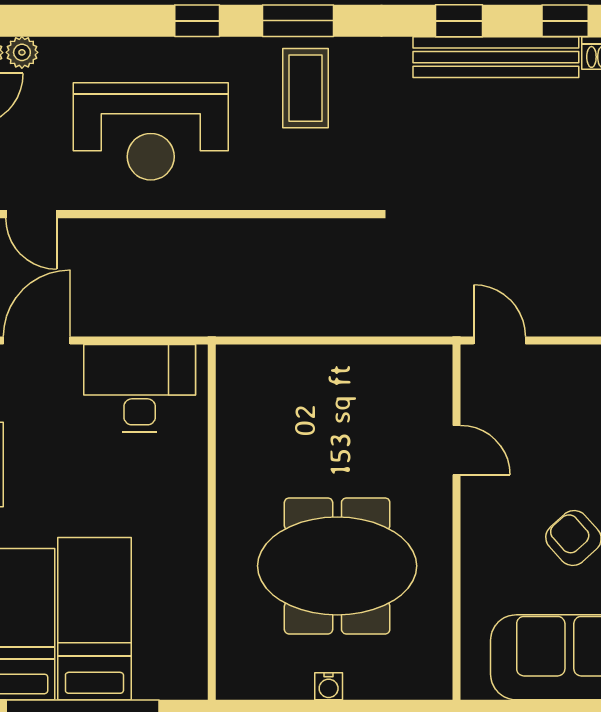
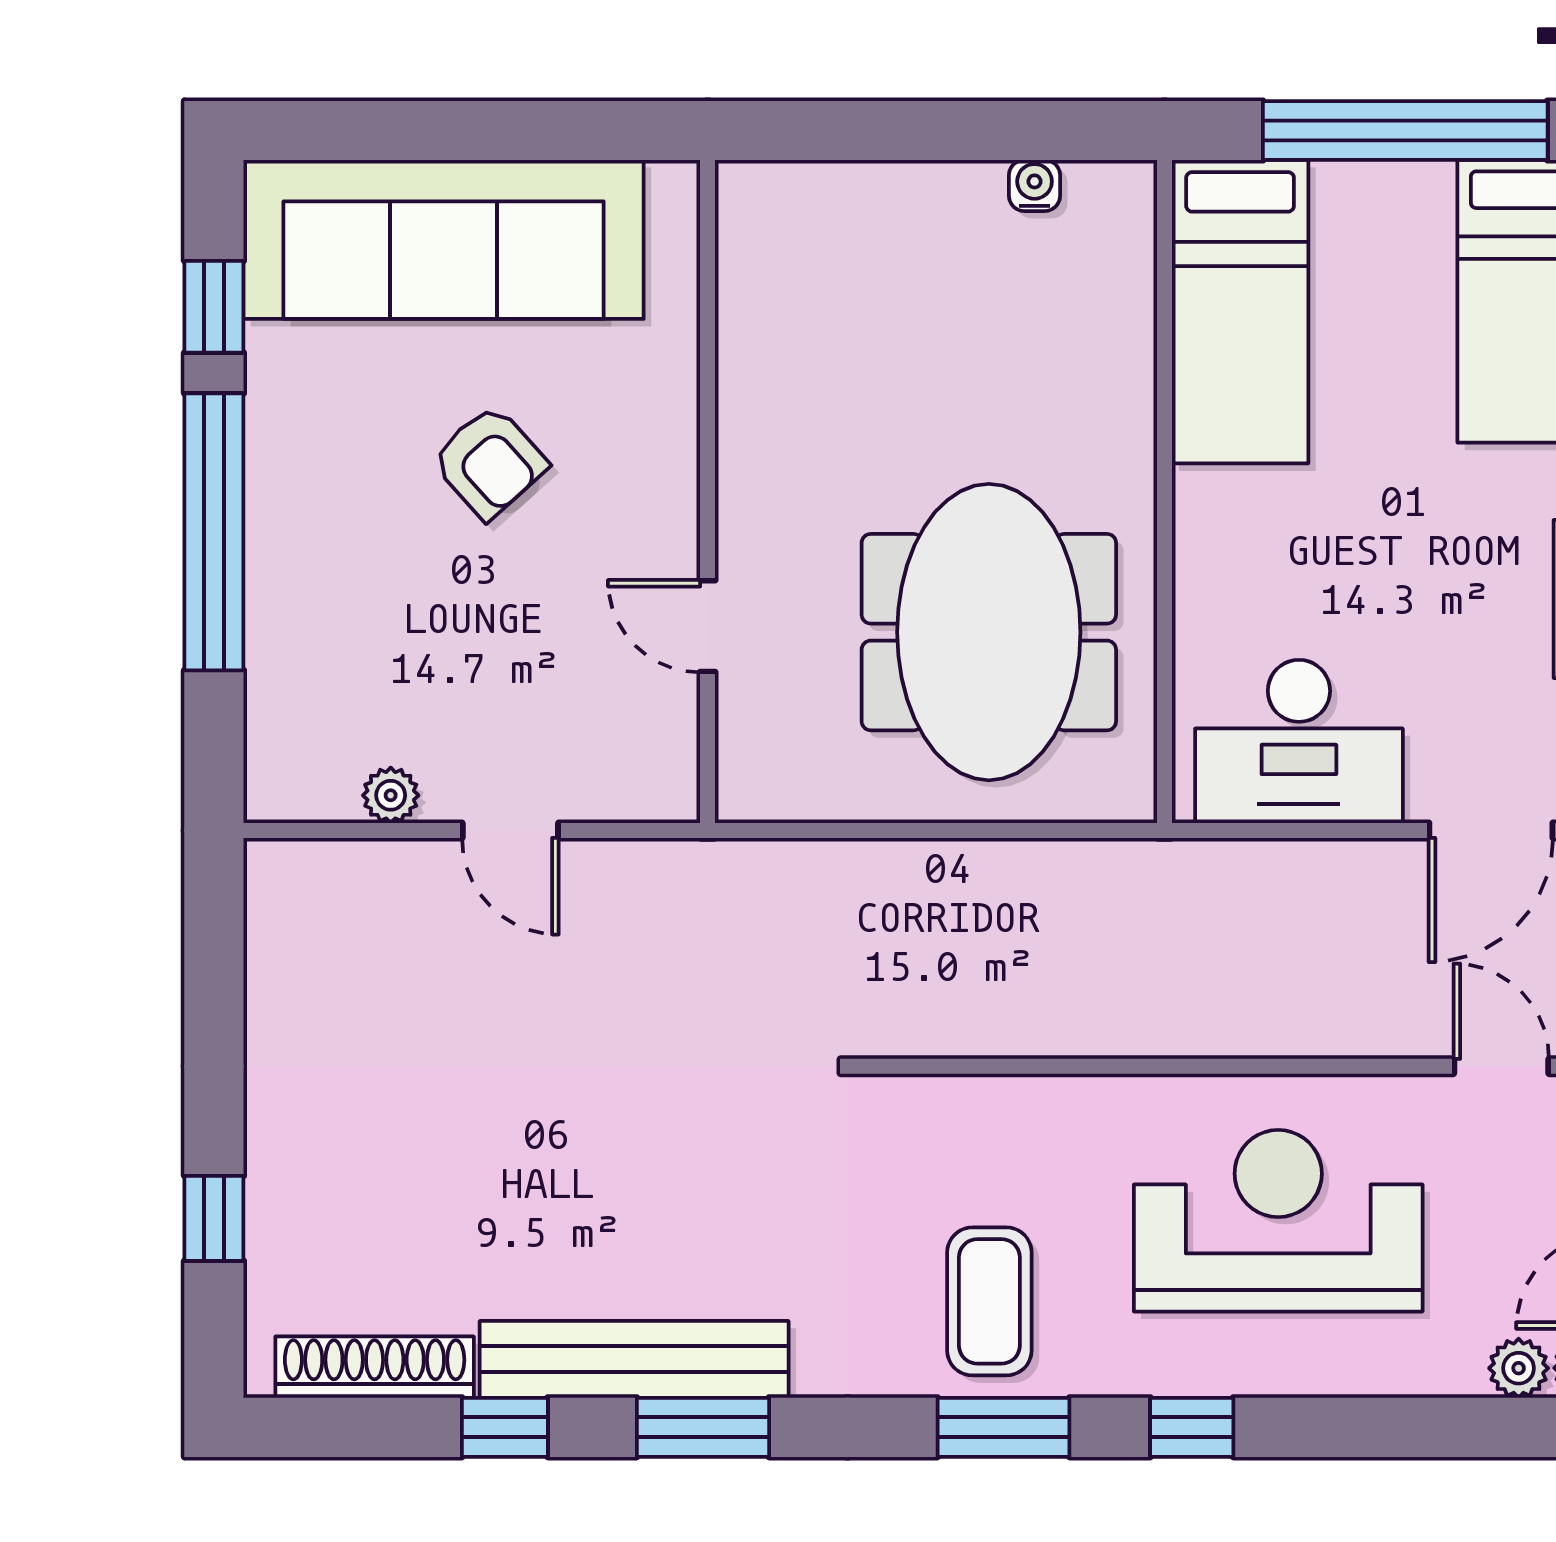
window: (459, 21) -> (703, 1427), width x1.50
door: (500, 341) -> (510, 830), moved
meeting table: (337, 566) -> (989, 632), moved, turned 90
bed: (94, 619) -> (1240, 312), moved
water cooler: (329, 686) -> (1035, 186), moved

